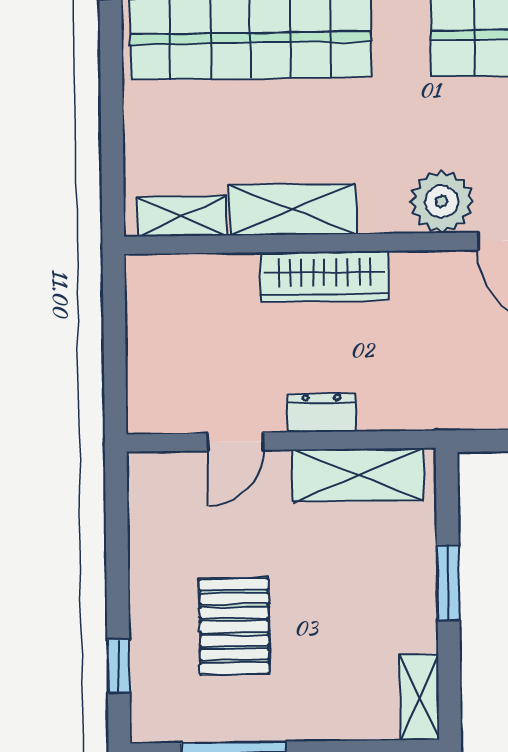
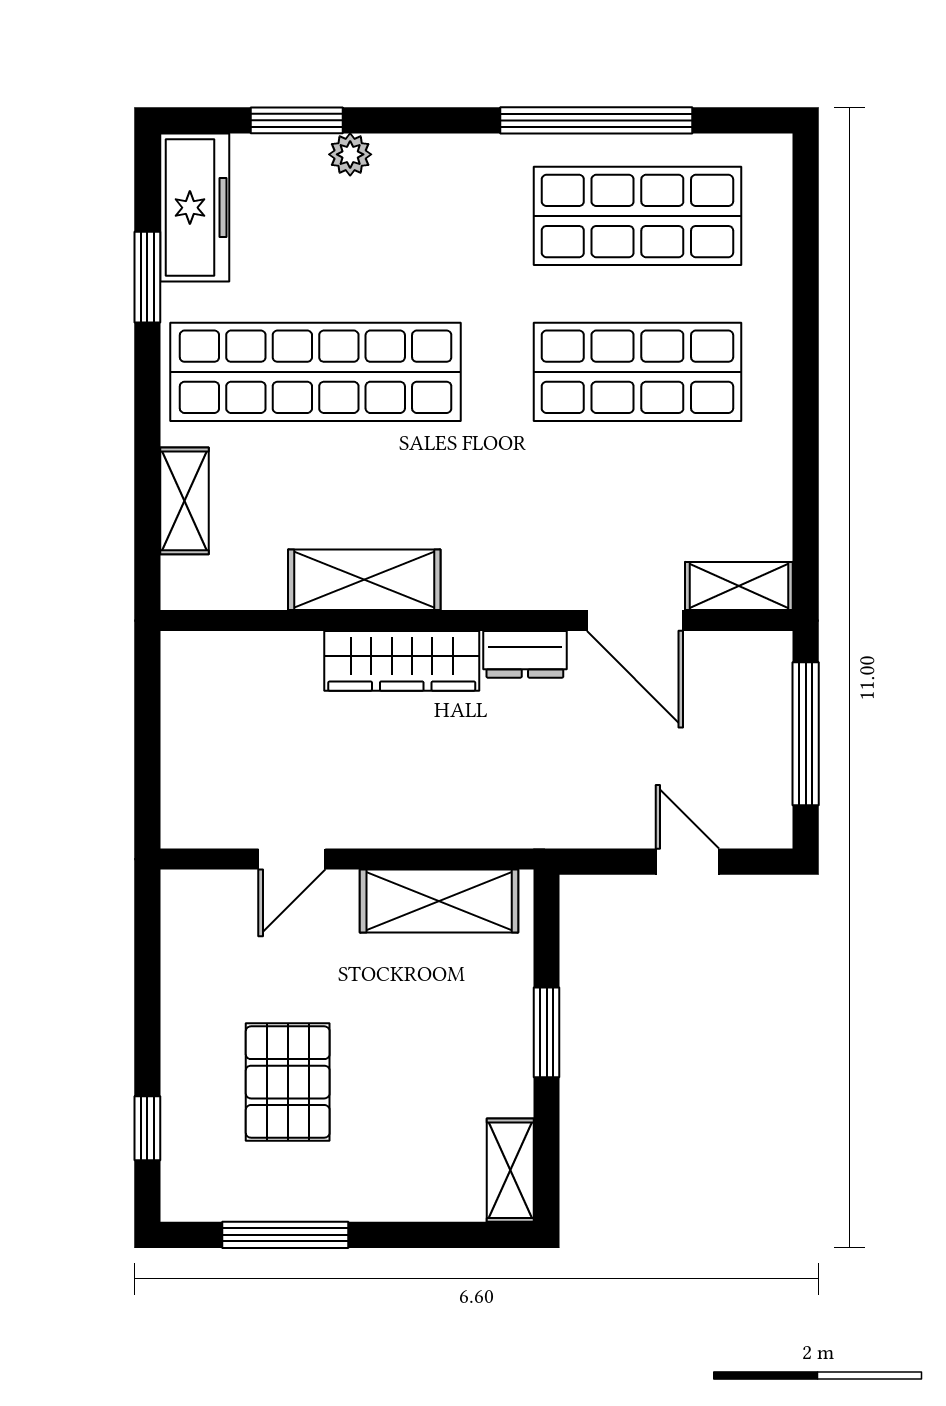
plant: (442, 202) -> (544, 572), removed
shelving: (182, 216) -> (184, 501), moved, turned 90
dresser: (322, 413) -> (525, 654), moved, turned 180

